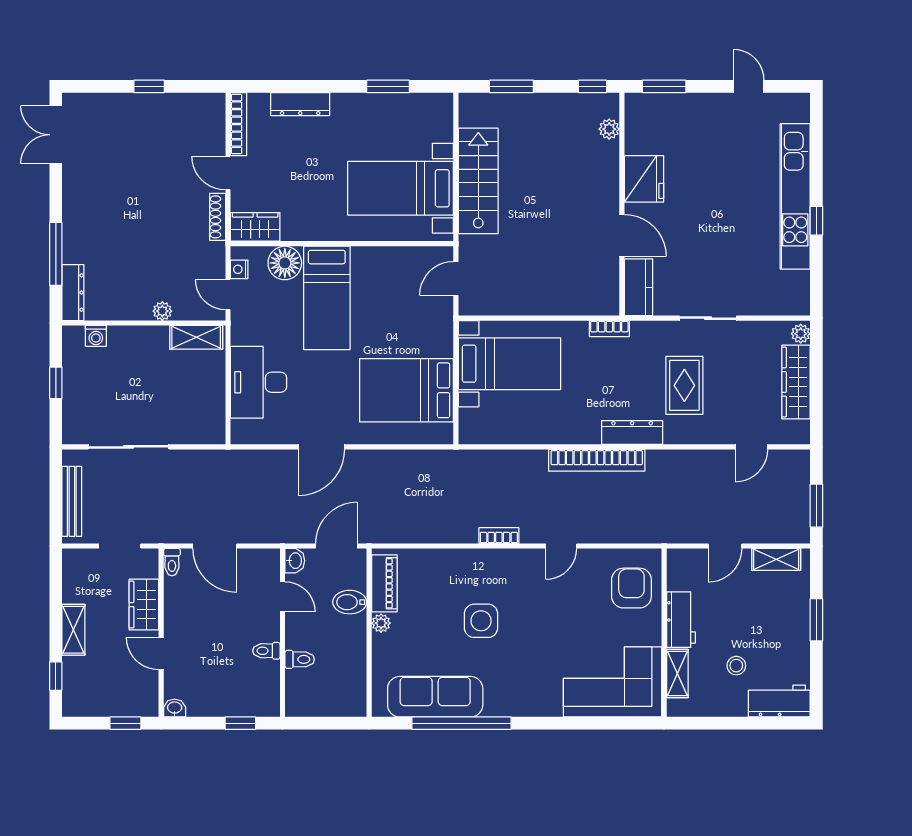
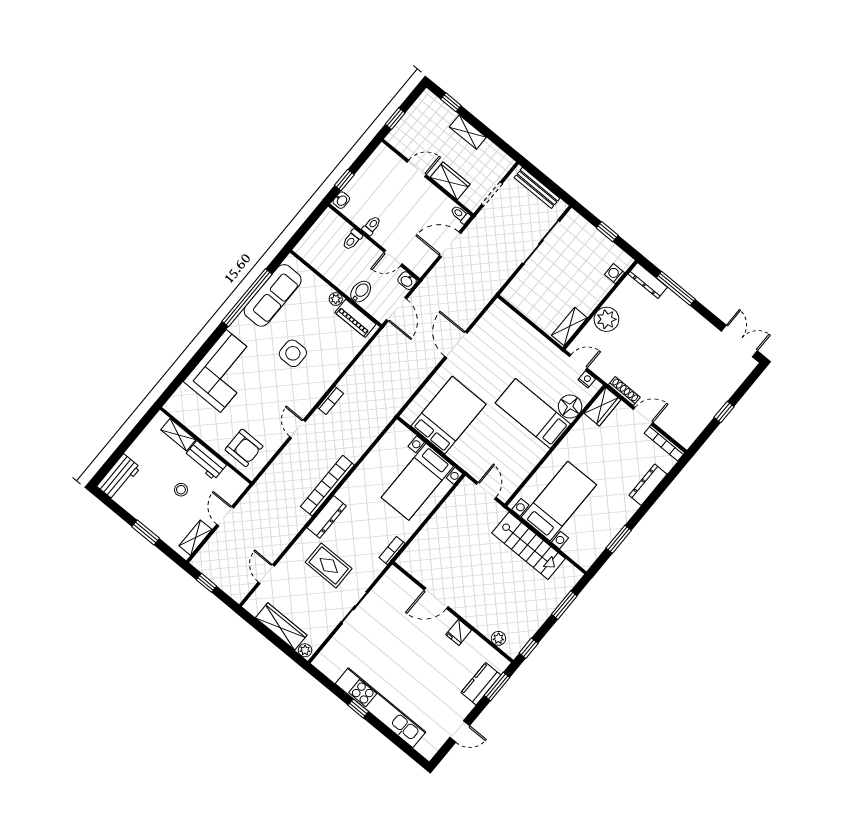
fridge: (644, 179) -> (459, 632), width x0.53, depth x0.75
kitchen counter: (639, 287) -> (481, 684), moved, turned 90
plant: (162, 311) -> (606, 319), width x1.87, depth x1.87
desk: (259, 382) -> (518, 340), removed
window: (816, 506) -> (206, 583), width x0.67
stool: (736, 666) -> (181, 490), moved
corner sofa: (612, 682) -> (223, 371), moved
washbasin: (175, 708) -> (341, 200), moved

